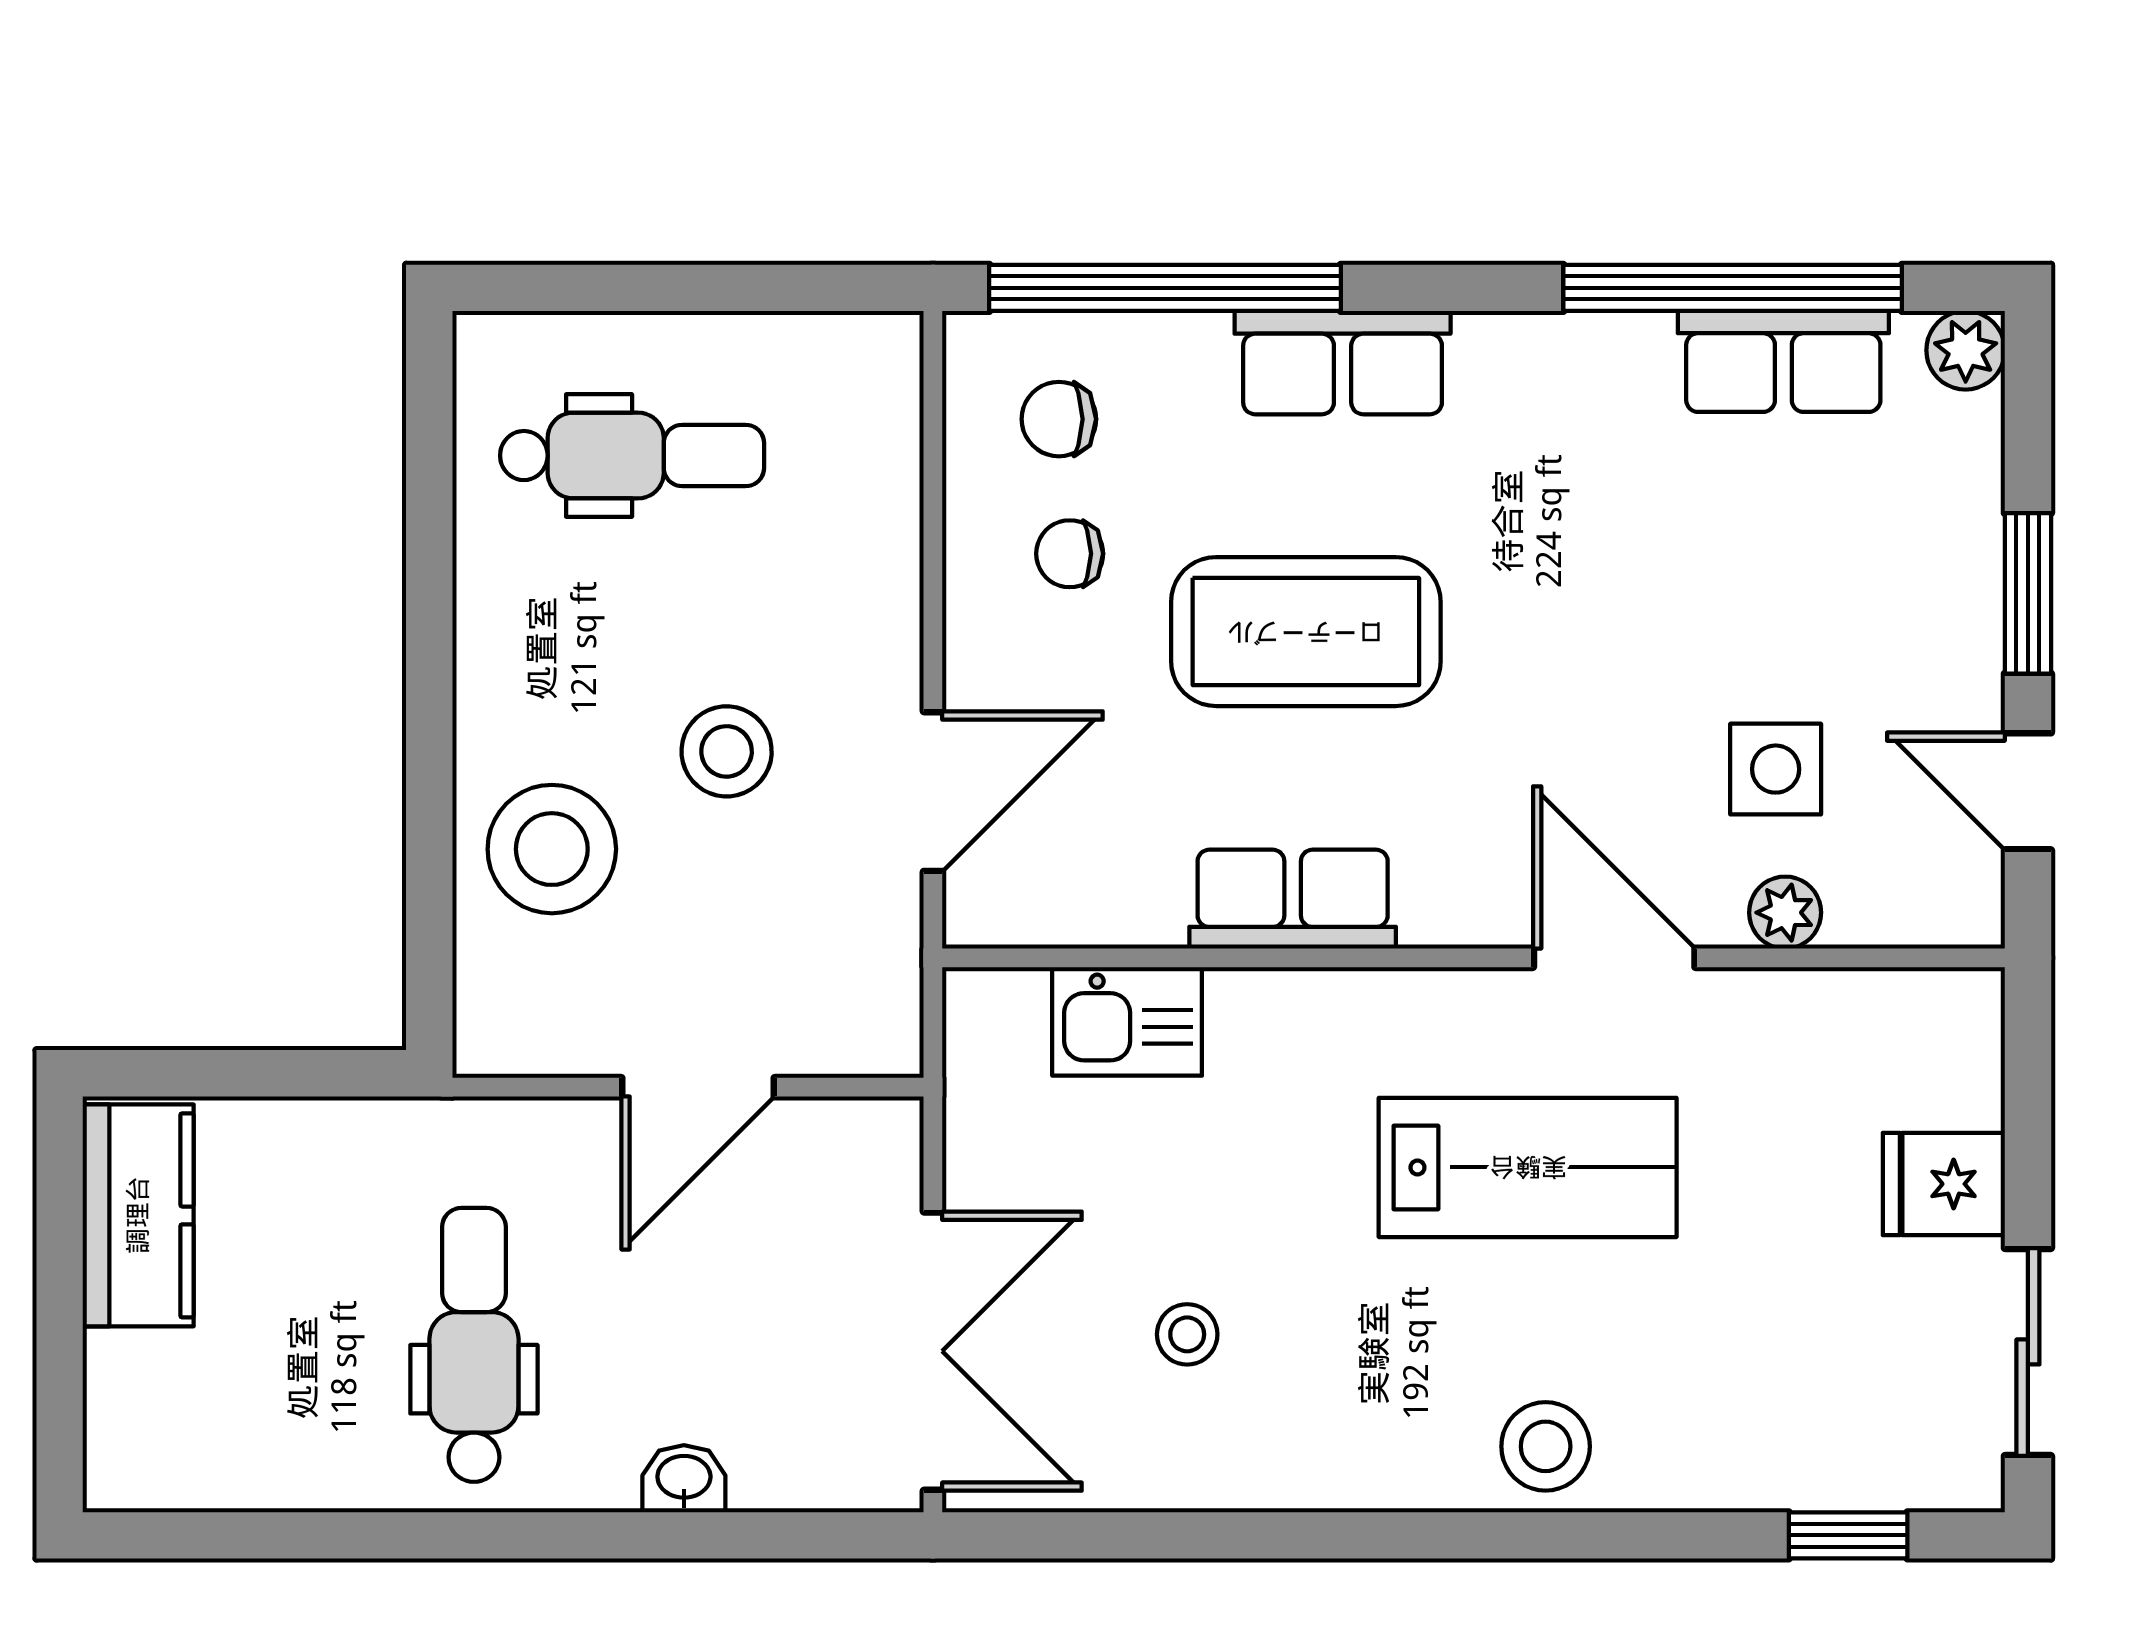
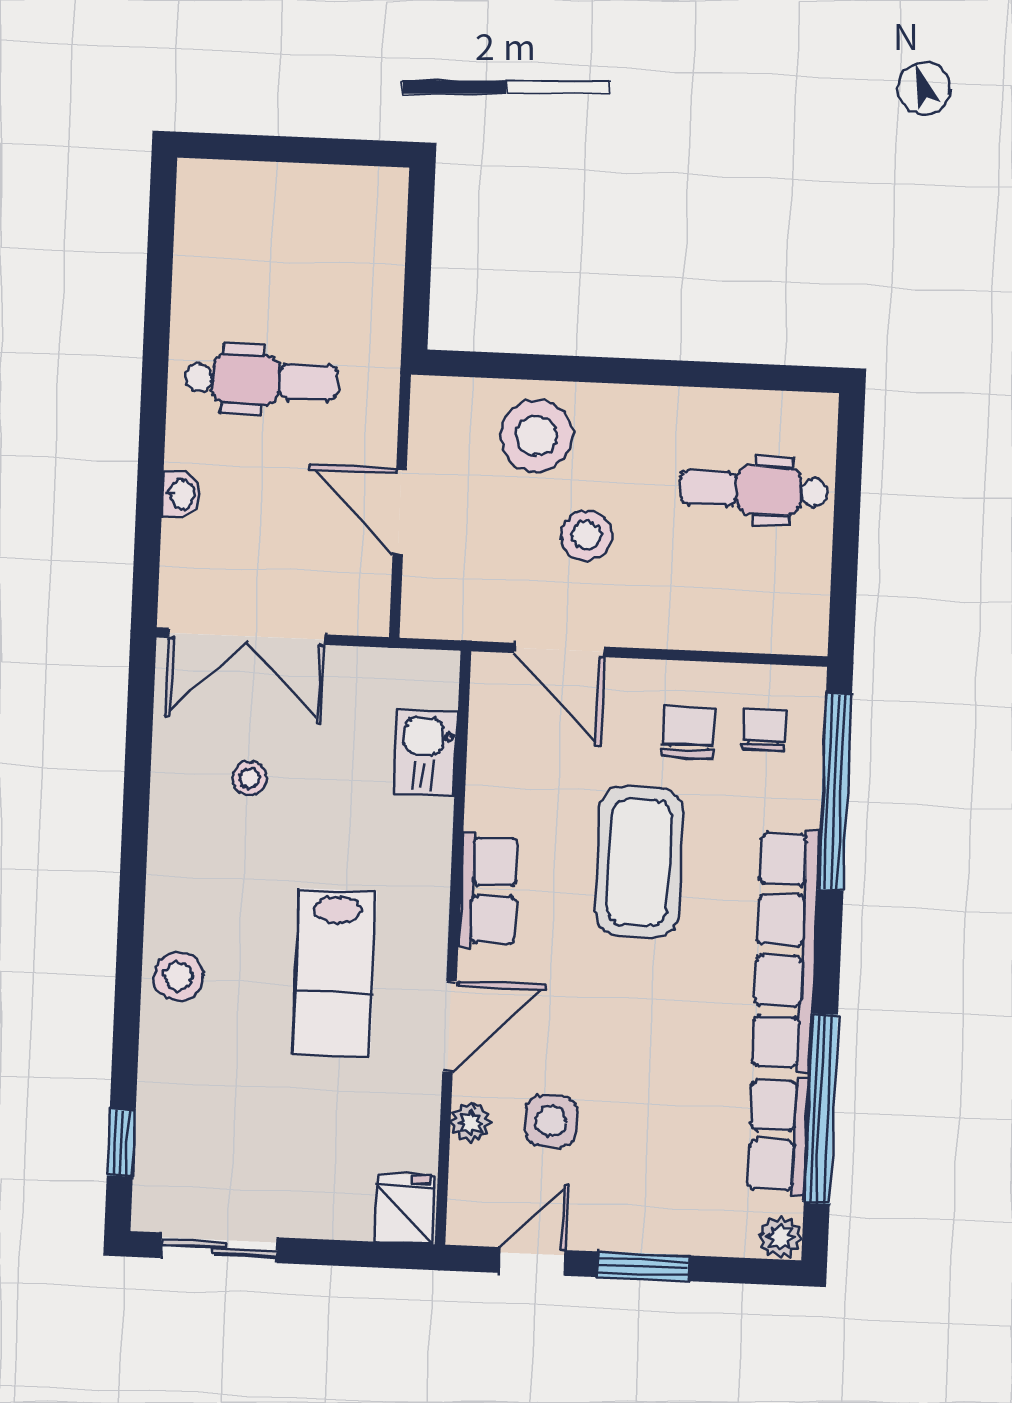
row of seats: (1343, 363) -> (786, 951), width x2.02
dental chair: (632, 456) -> (754, 490), turned 90
chair: (1070, 554) -> (688, 732), width x1.37, depth x1.37
row of seats: (1293, 899) -> (488, 890), moved
fridge: (1944, 1184) -> (405, 1209), moved
kitchen counter: (138, 1215) -> (342, 196), removed

